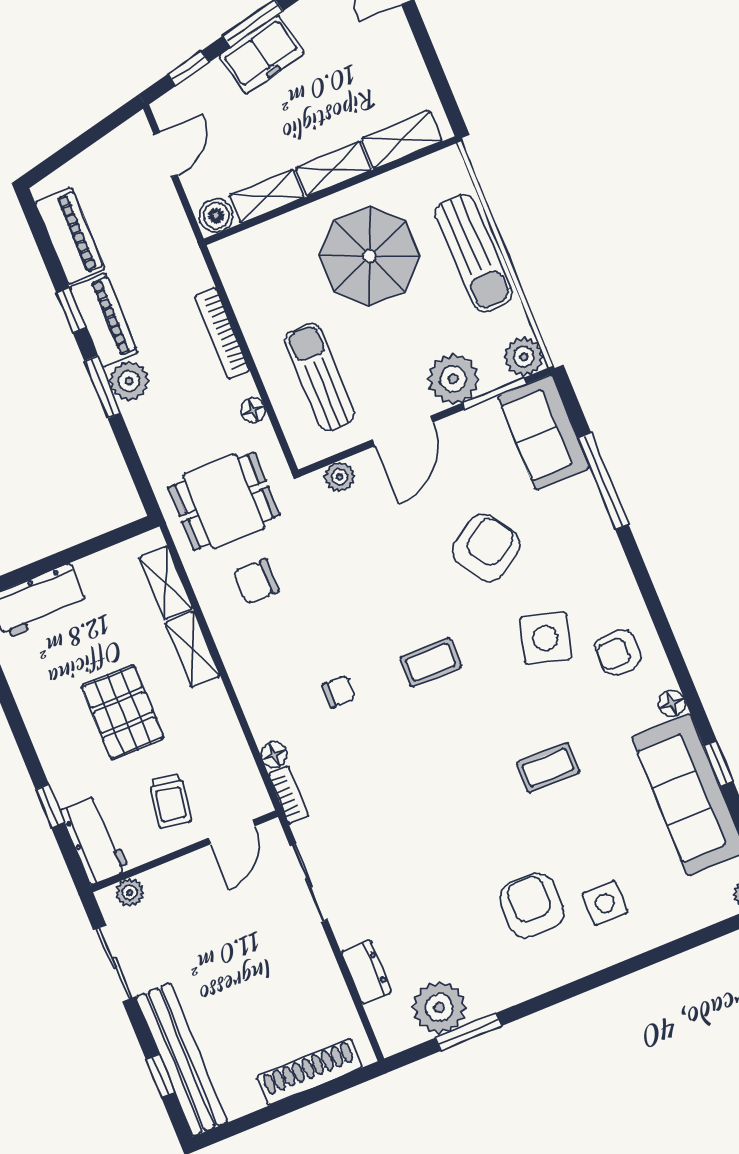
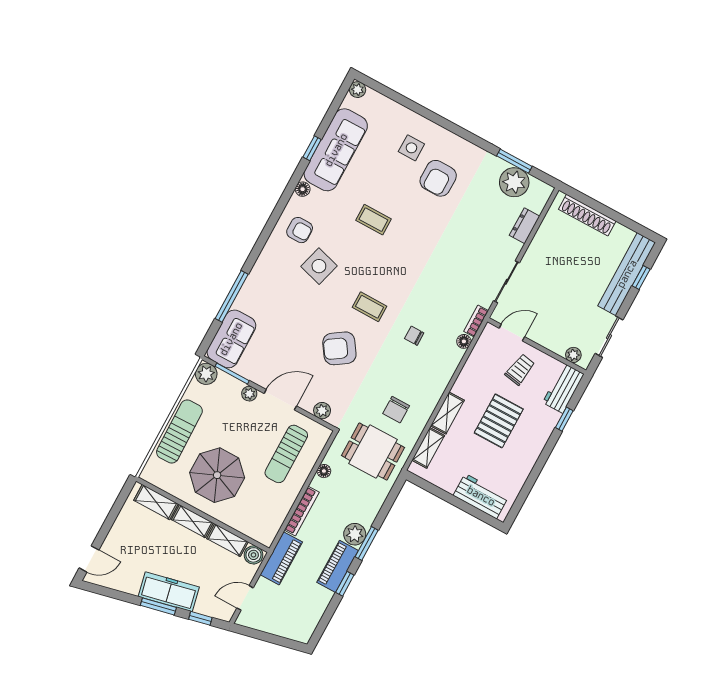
freezer: (262, 55) -> (169, 592), width x1.40
piano: (70, 236) -> (281, 558), moved, turned 180
plant: (453, 379) -> (249, 394), width x0.53, depth x0.53
armchair: (486, 548) -> (339, 348), moved
chair: (256, 581) -> (396, 410), turned 90

